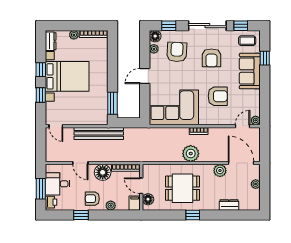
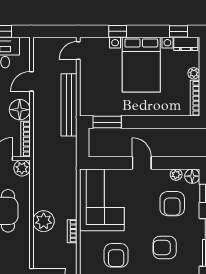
armchair: (177, 52) -> (172, 204), turned 87
window: (41, 70) -> (178, 31), moved
plant: (220, 171) -> (22, 168), moved

